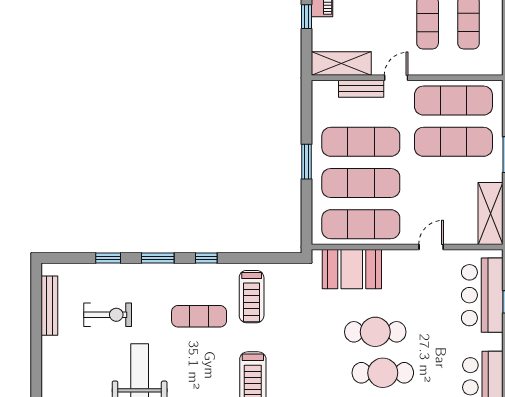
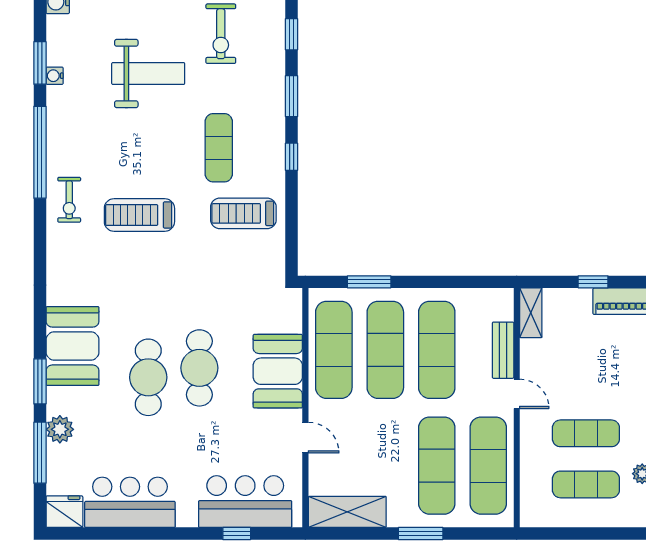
shelving: (341, 64) -> (531, 313), width x0.67, depth x0.75
window: (306, 162) -> (369, 282), moved
booth: (352, 269) -> (278, 371), moved

